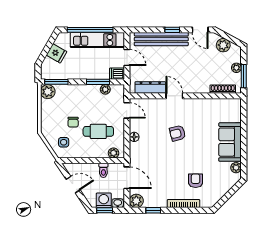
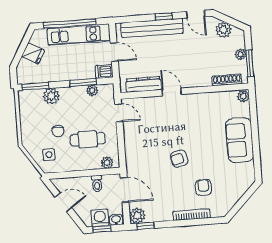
plant: (48, 92) -> (51, 96), moved
armchair: (178, 133) -> (179, 159), moved
floor lamp: (134, 137) -> (129, 142), removed
plant: (236, 168) -> (243, 96), moved
window: (153, 210) -> (145, 226), moved

